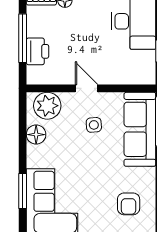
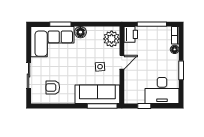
printer: (37, 51) -> (131, 34), moved, turned -90
floor lamp: (36, 135) -> (80, 32), moved

